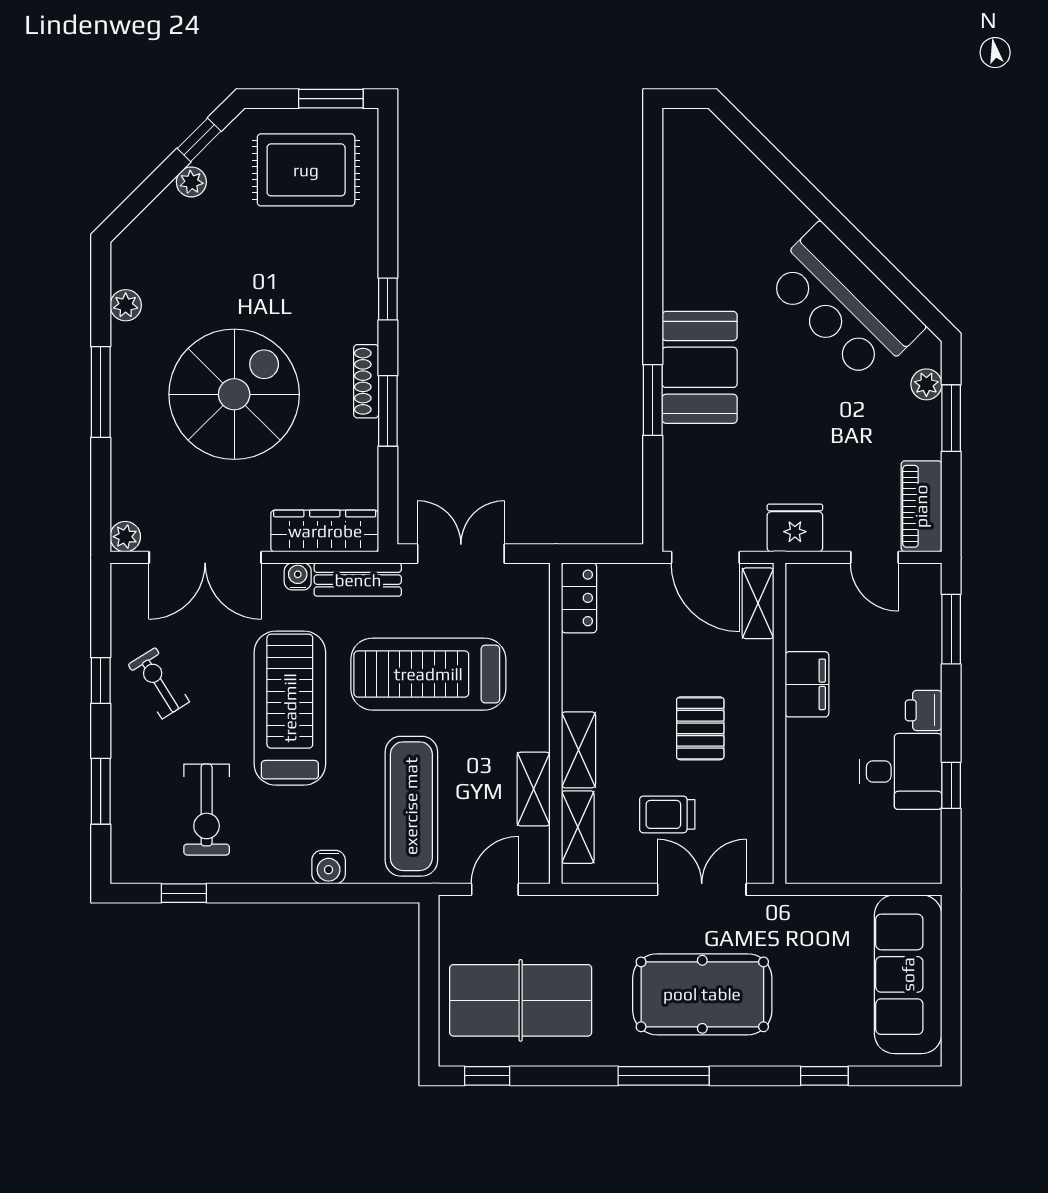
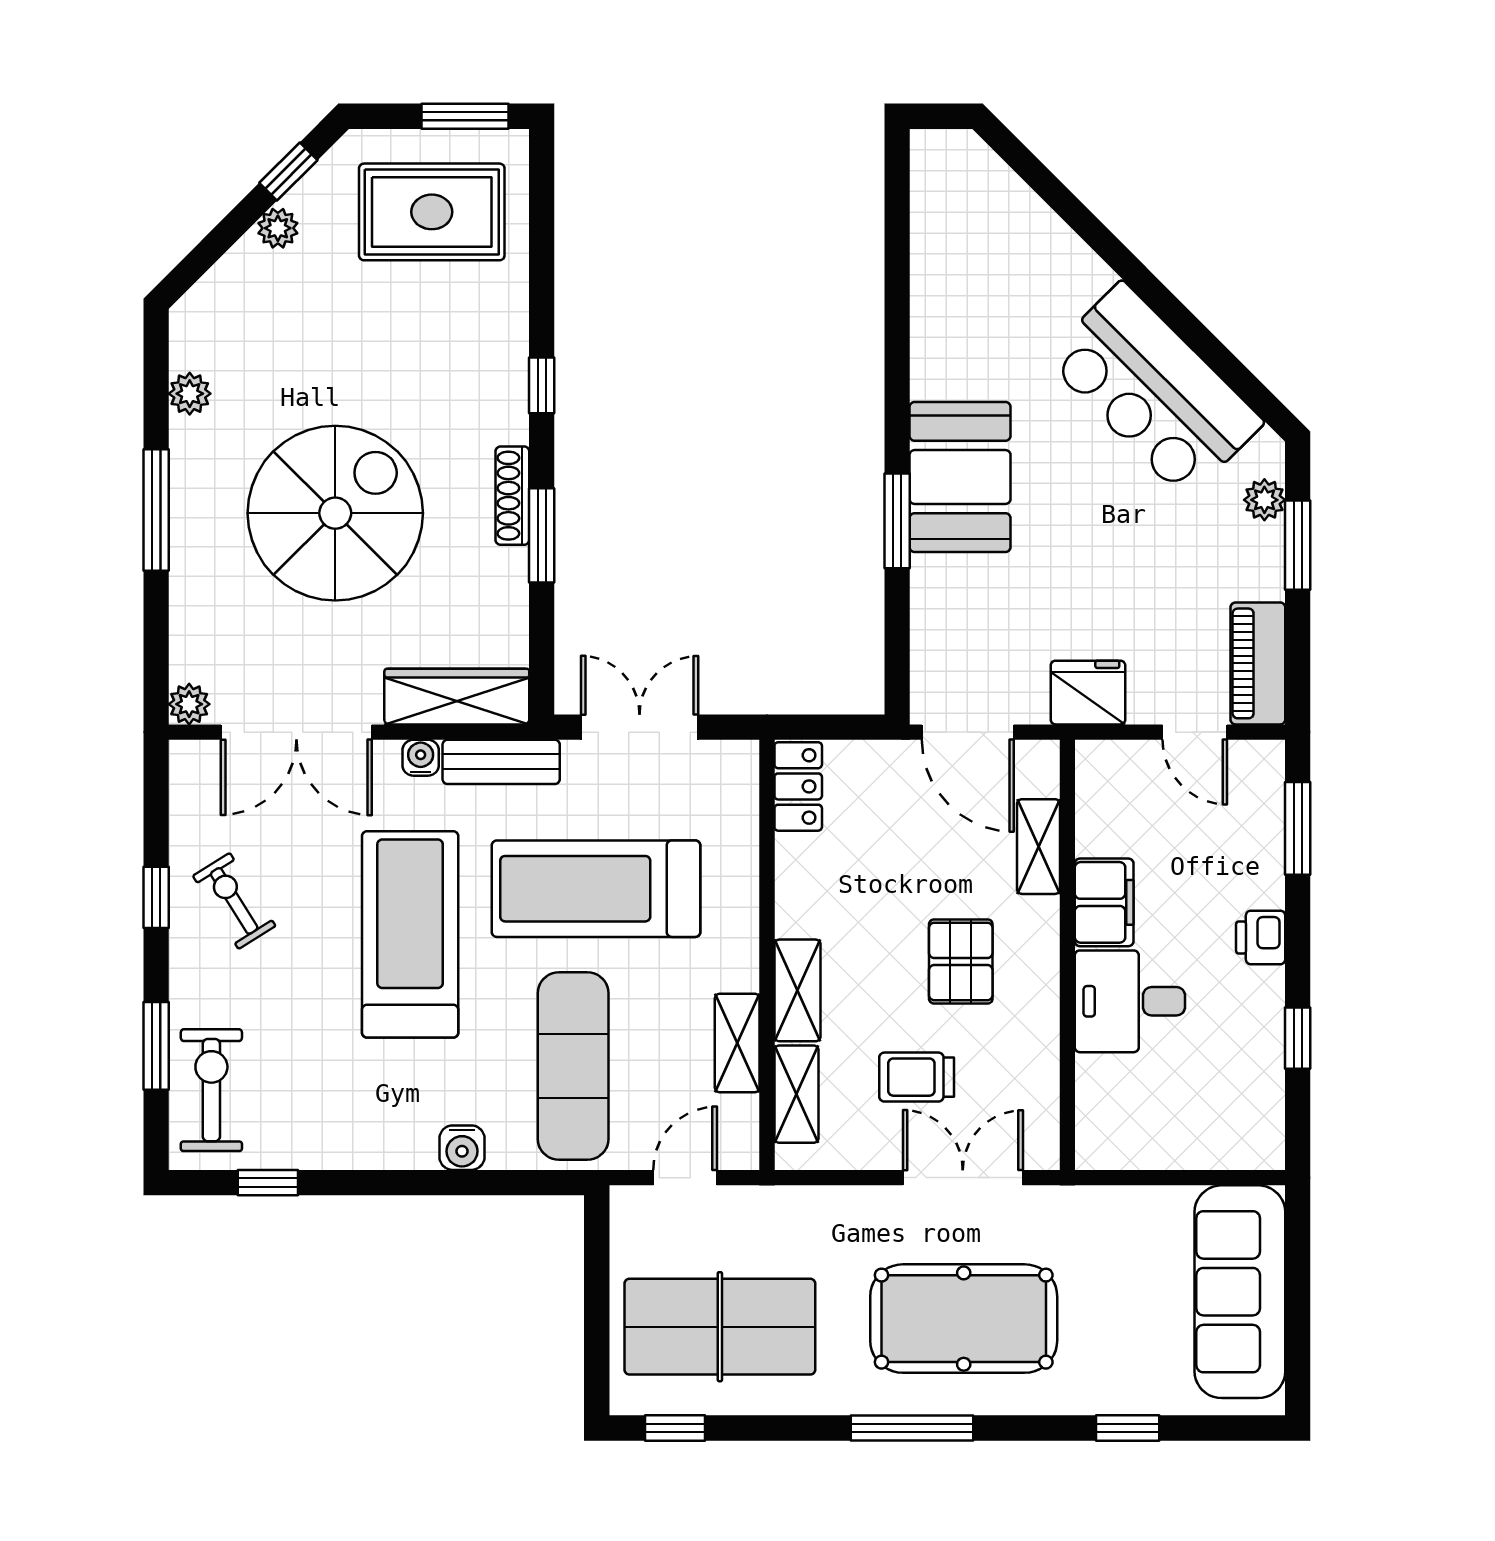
shelving: (758, 603) -> (1039, 847), moved
desk: (901, 771) -> (1130, 1001), moved, turned 180
exercise bike: (207, 810) -> (211, 1090), moved, turned 180

